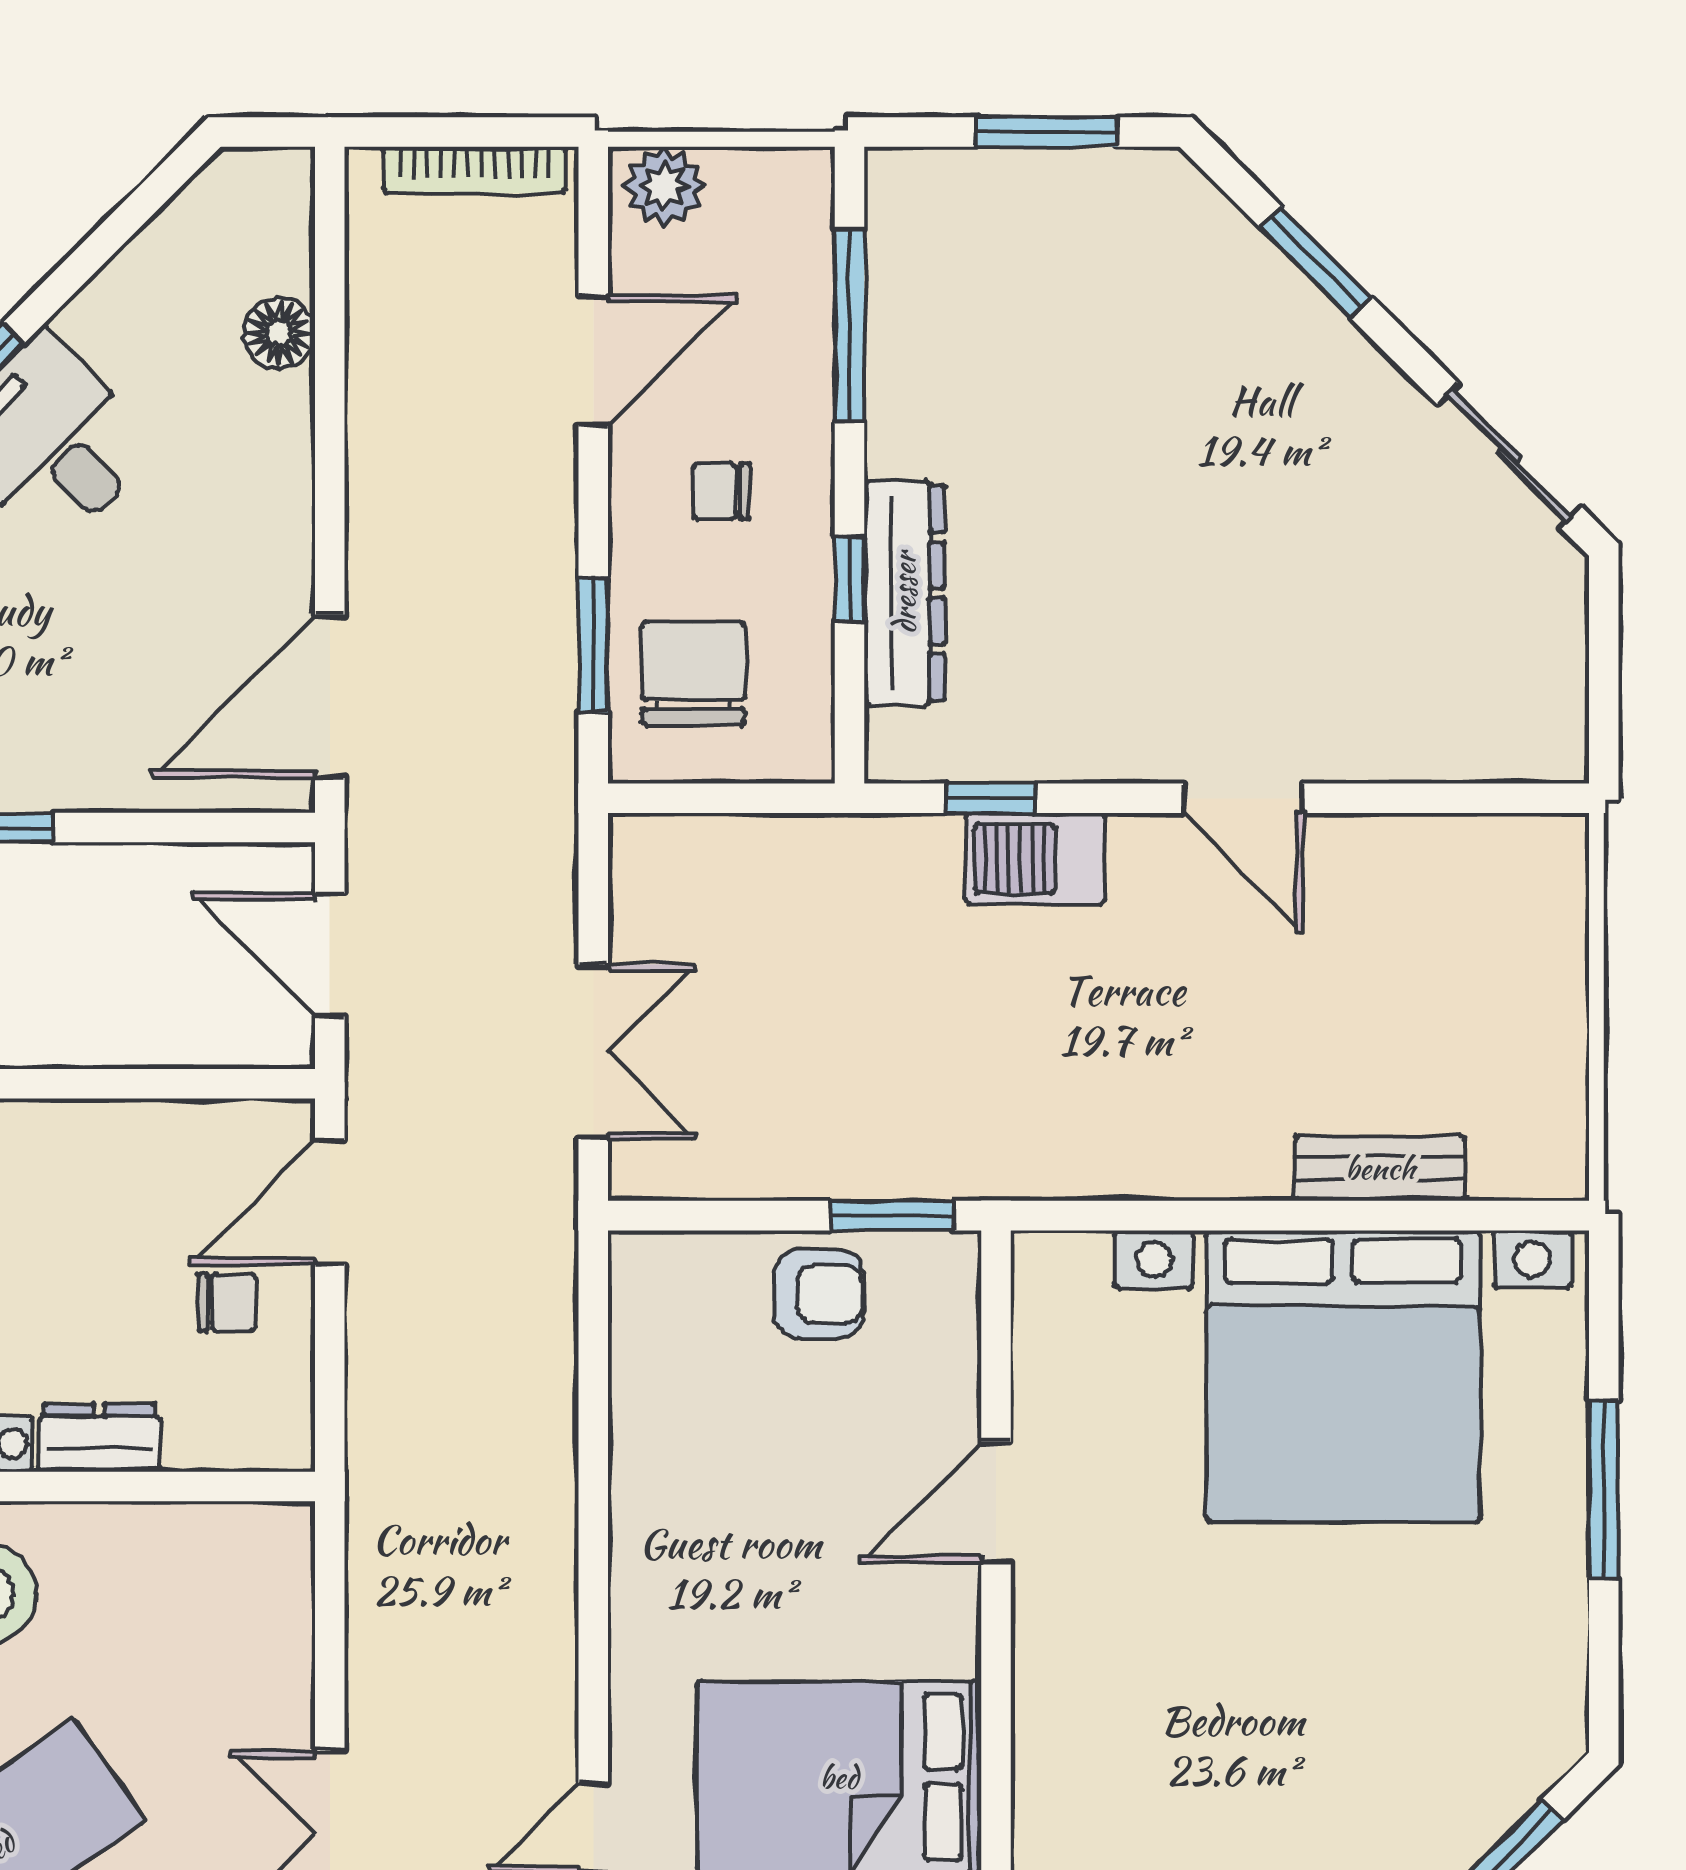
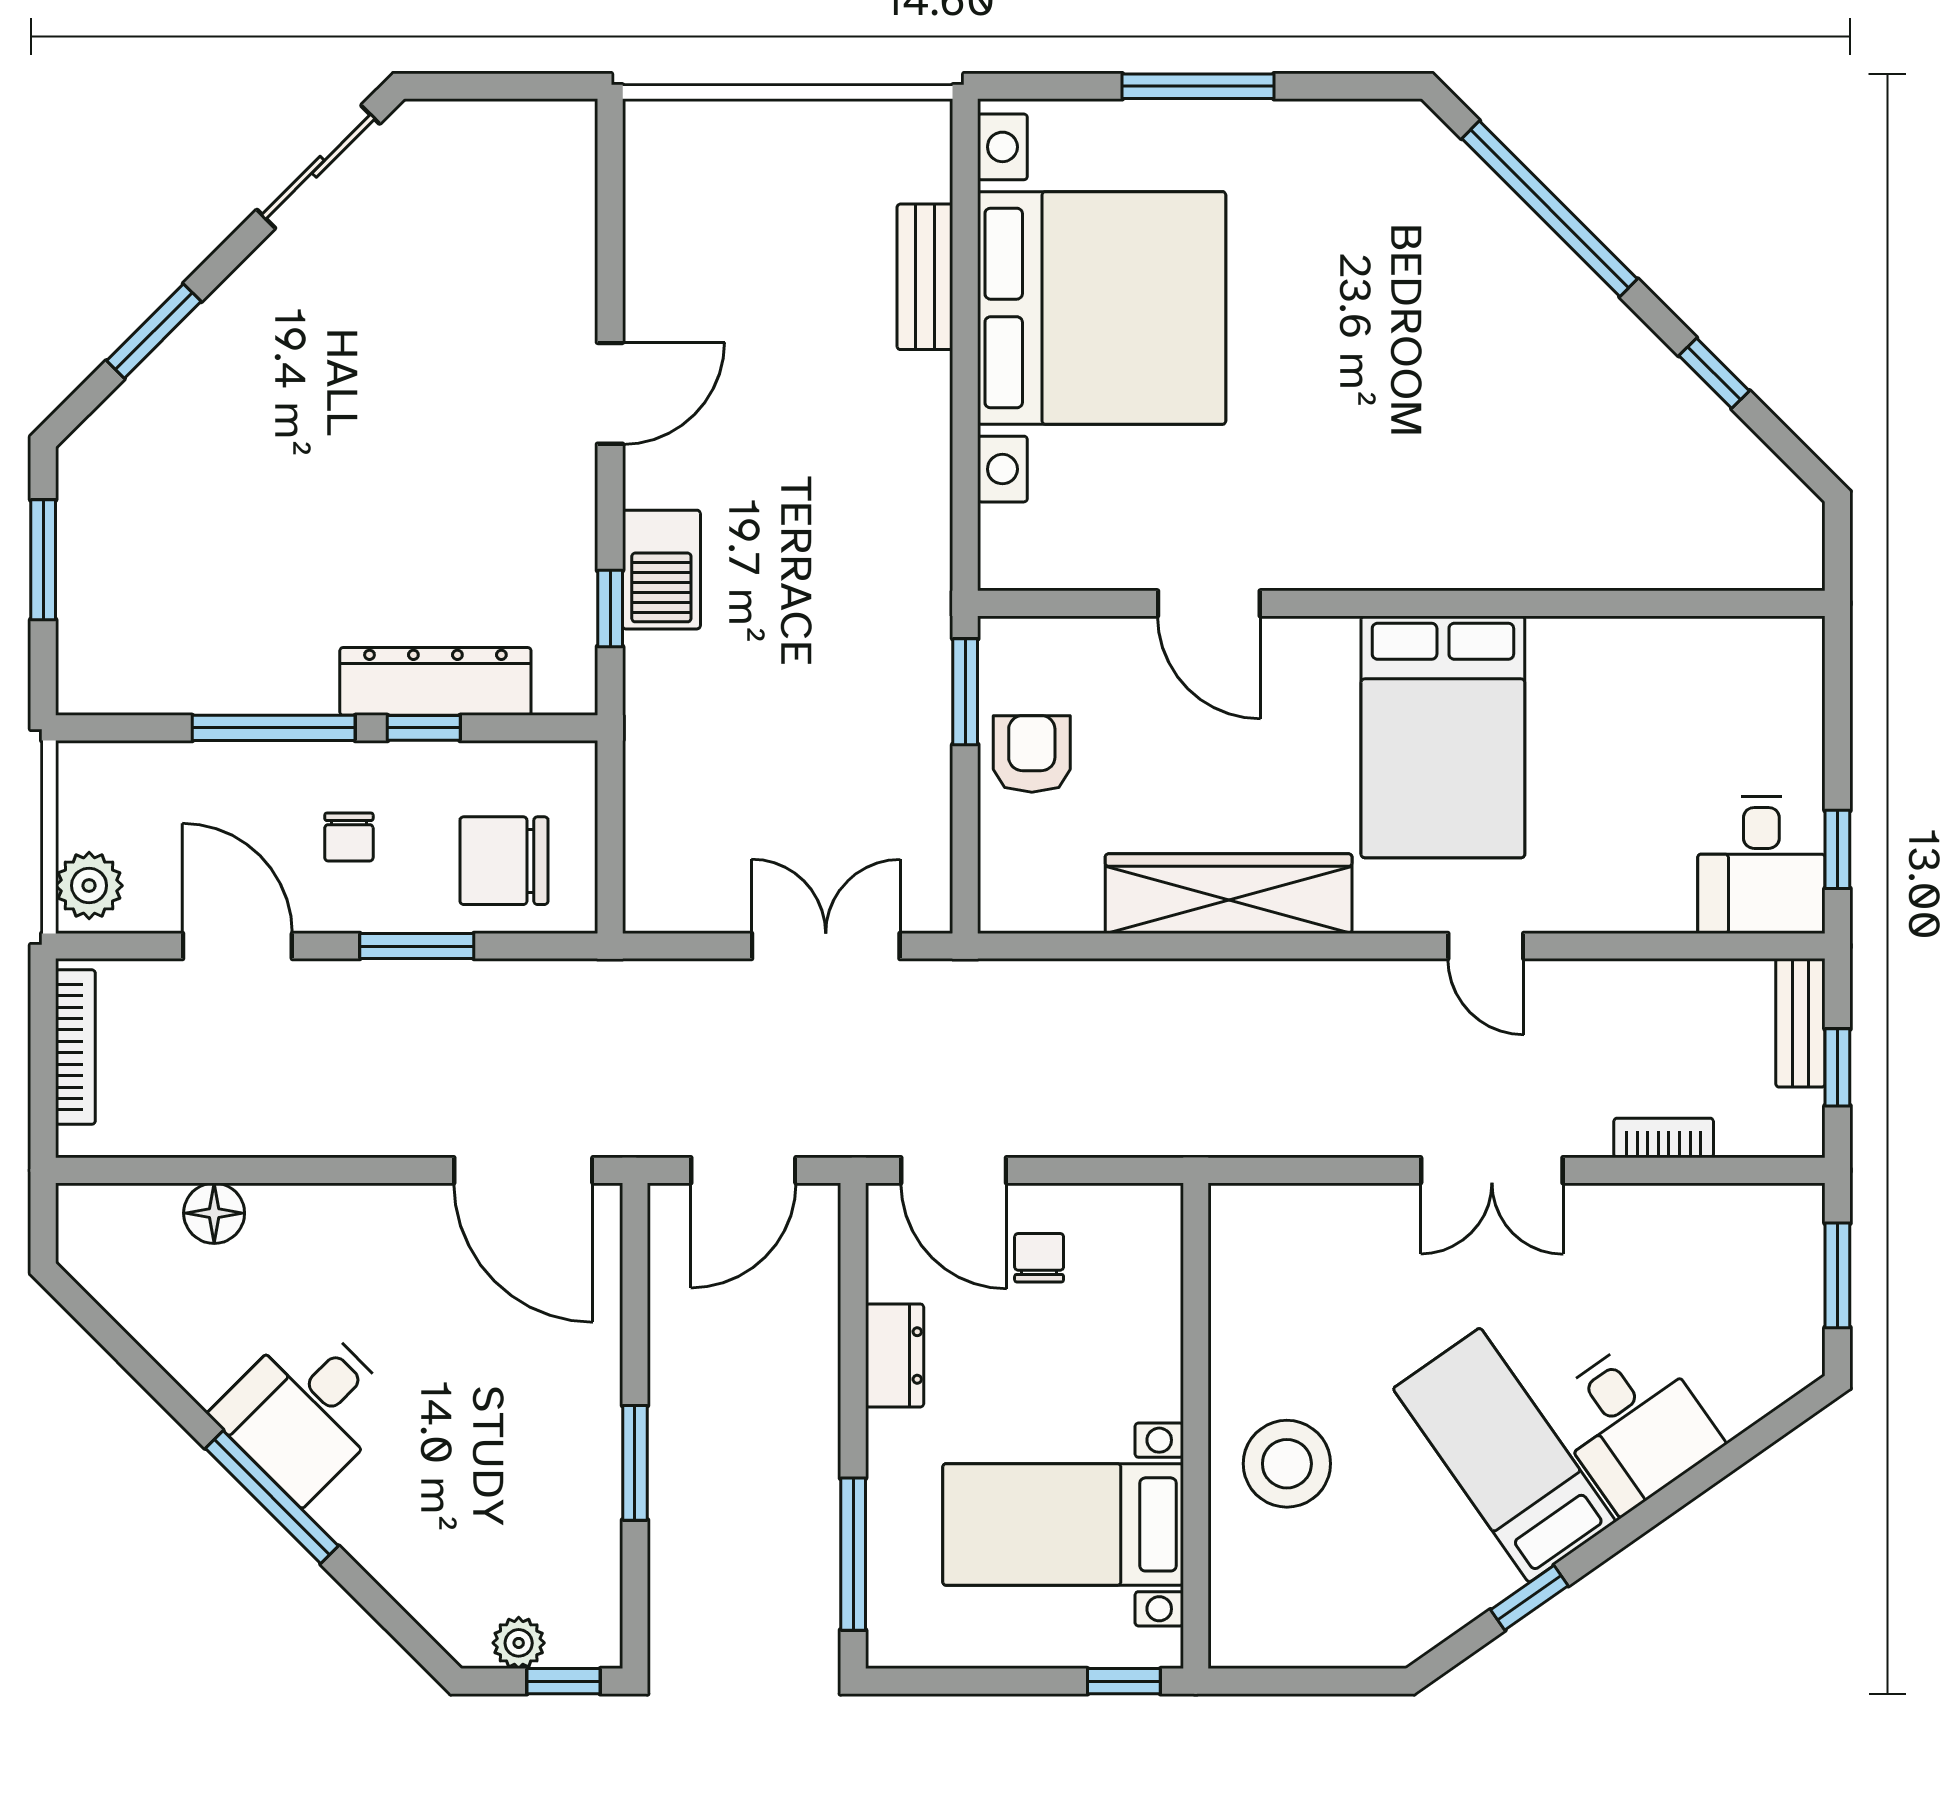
window: (850, 326) -> (274, 728), moved
window: (593, 645) -> (417, 946), moved
dresser: (99, 1438) -> (895, 1355), moved, turned 180
wardrobe: (655, 1525) -> (1229, 894), added

